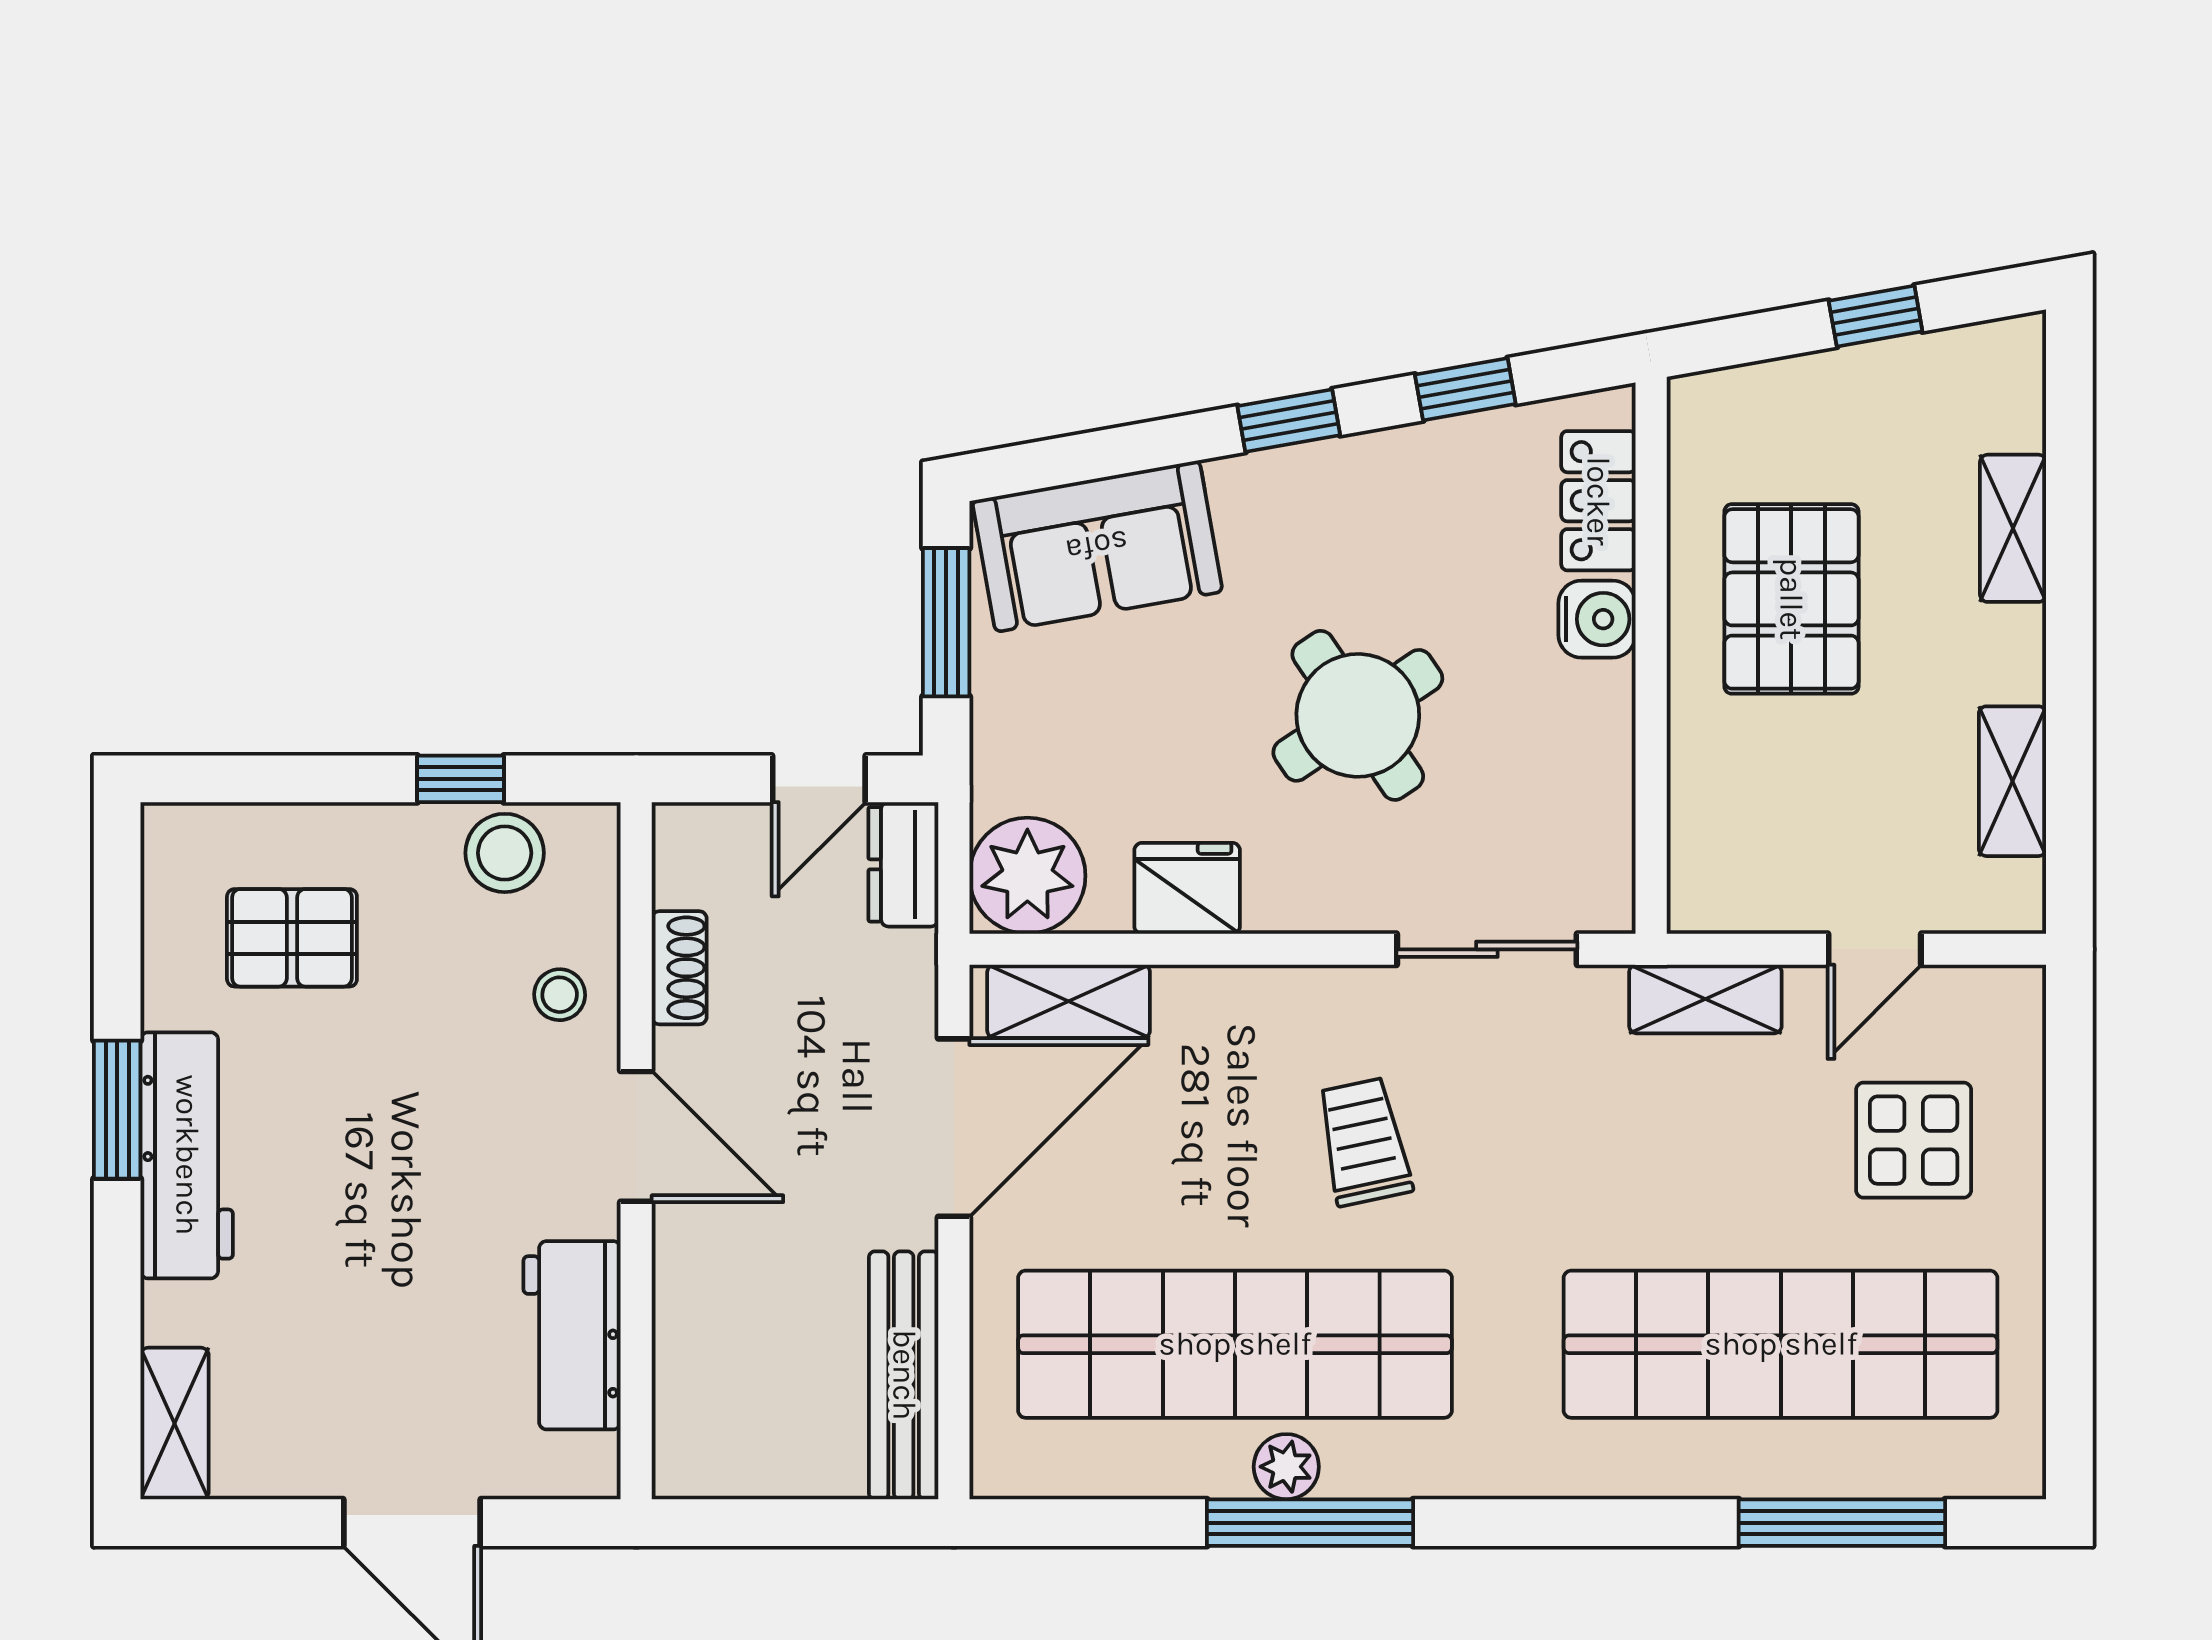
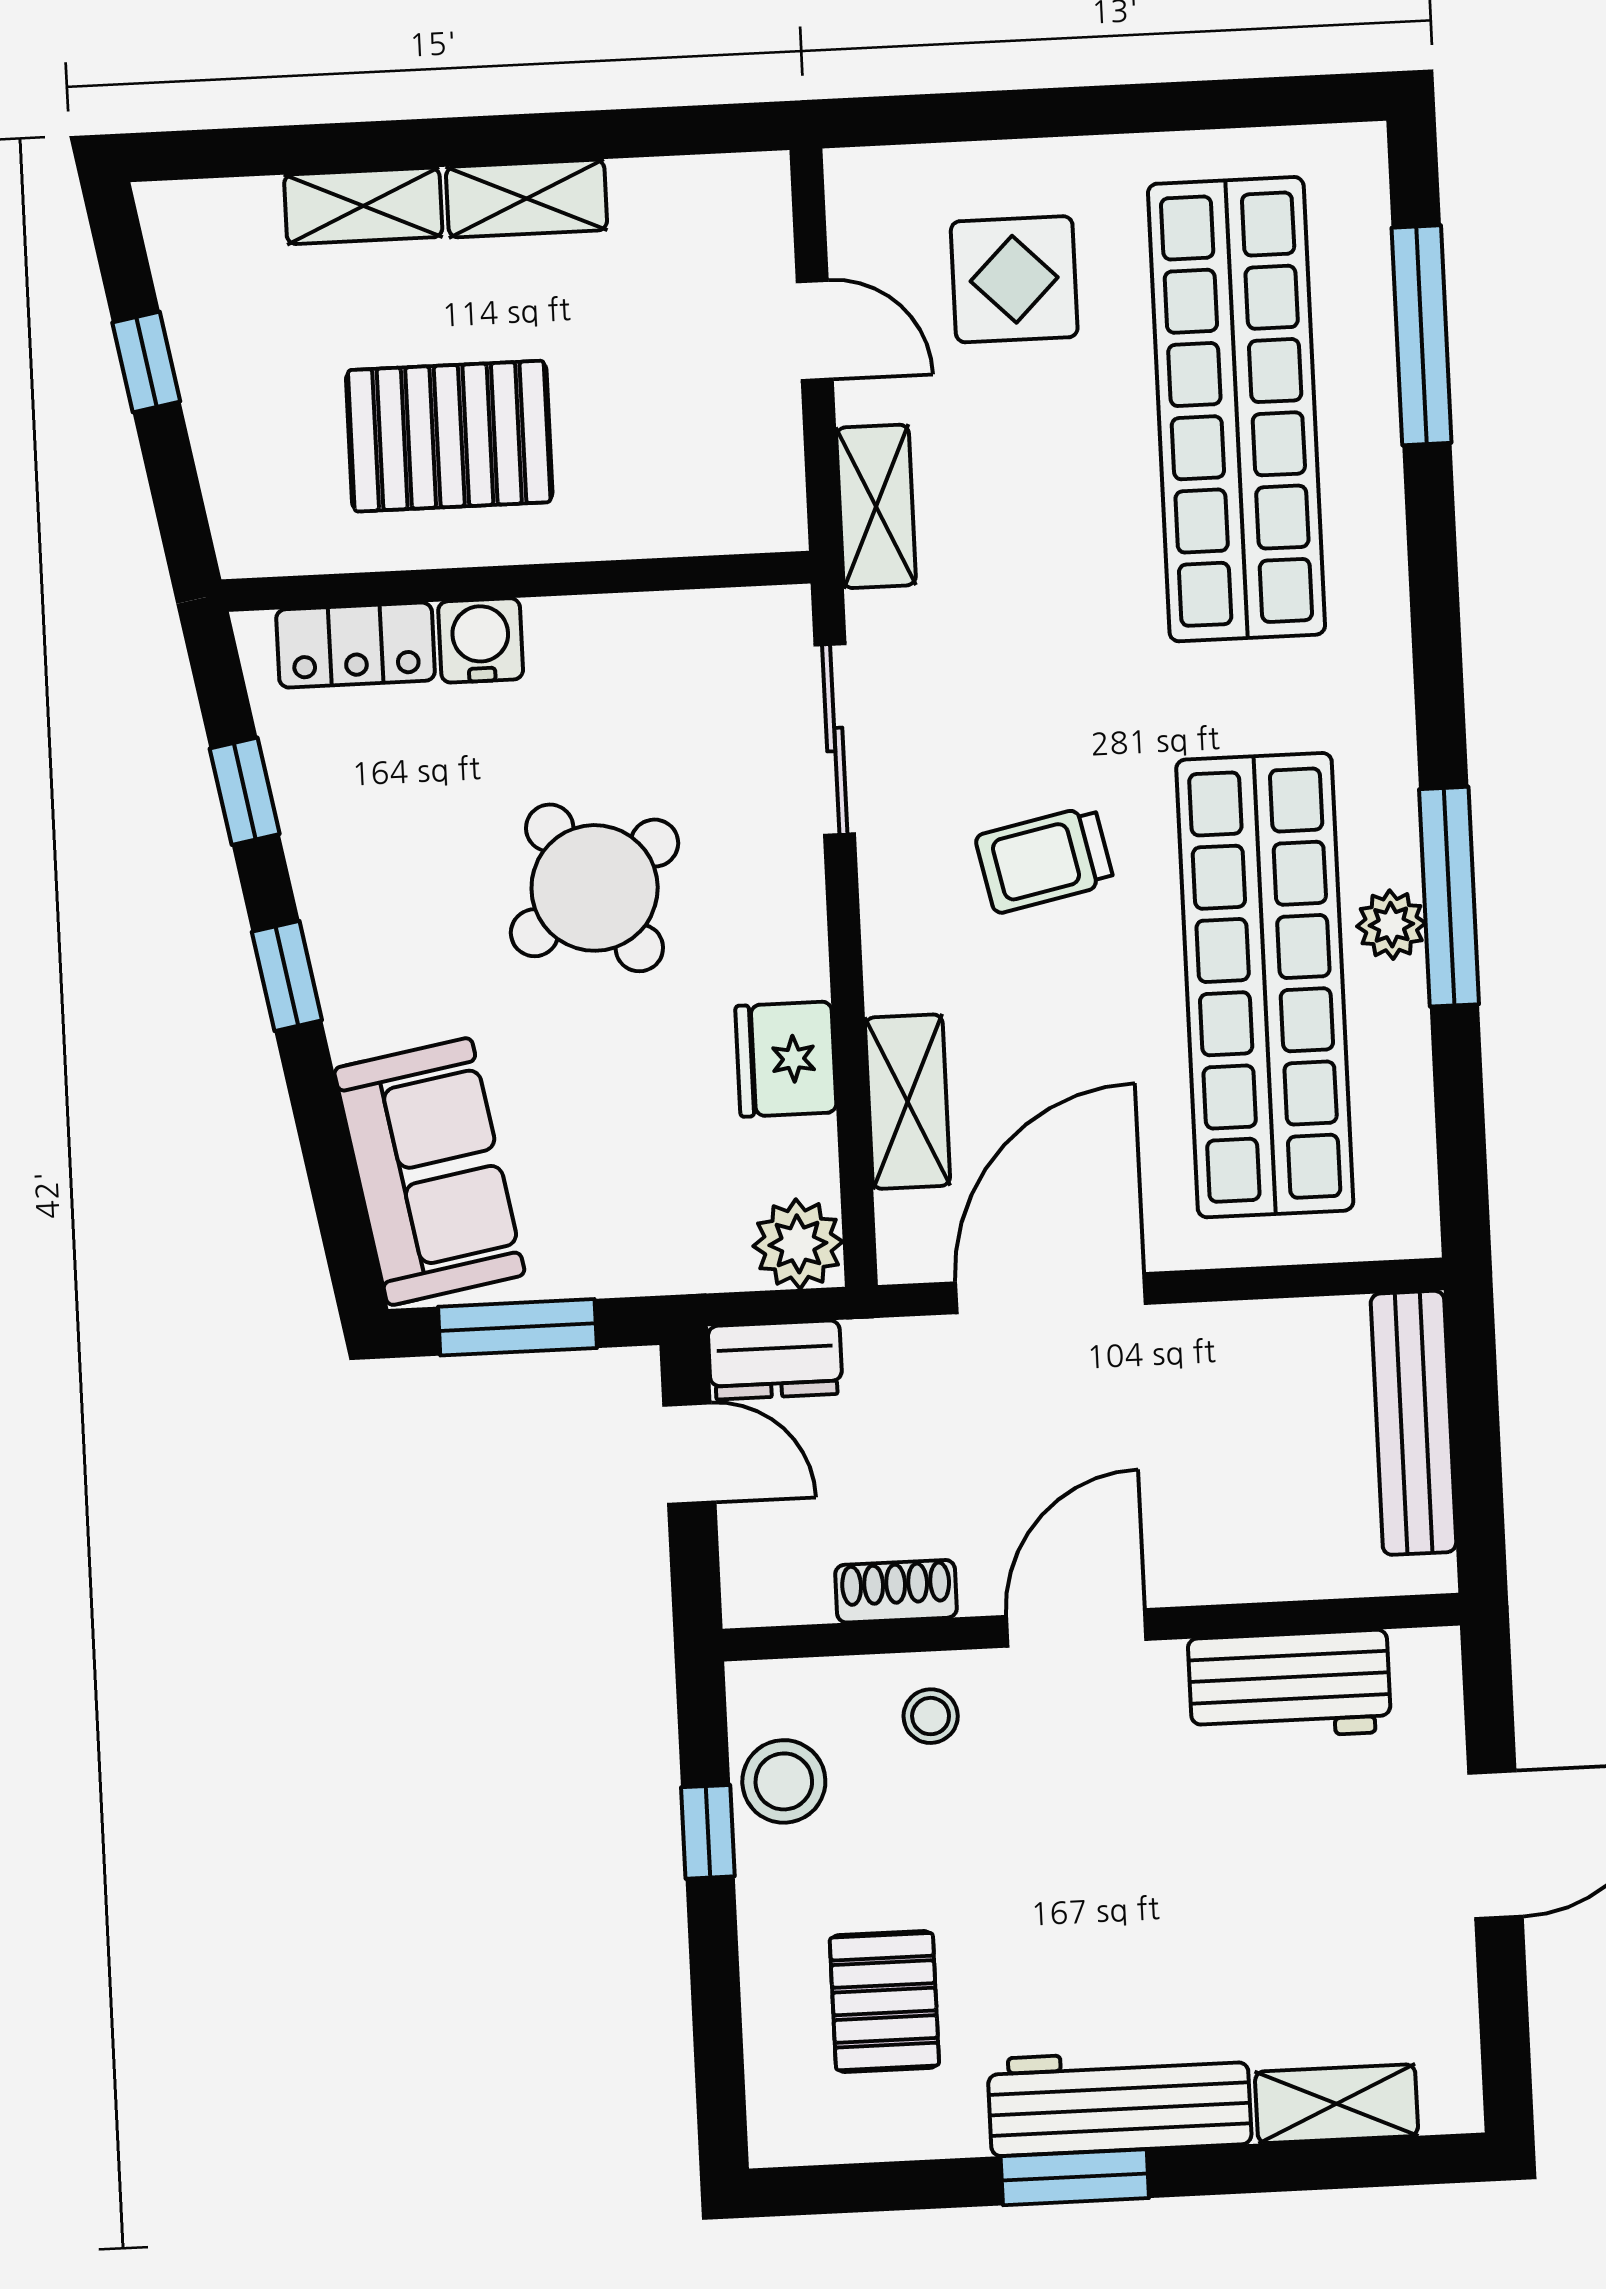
shelving: (2012, 781) -> (527, 199), moved
plant: (1027, 876) -> (798, 1244), width x0.73, depth x0.73
shelving: (1069, 1001) -> (908, 1102), moved
door: (954, 1128) -> (1050, 1293), hinge flipped
bench: (904, 1375) -> (1413, 1423), moved, turned 90
shelving: (175, 1423) -> (1337, 2104), moved

